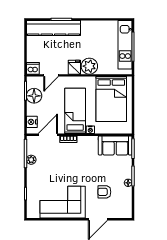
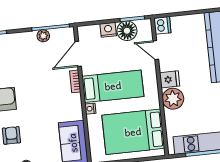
nightstand: (32, 122) -> (108, 30), moved
door: (48, 135) -> (78, 54), swing flipped

